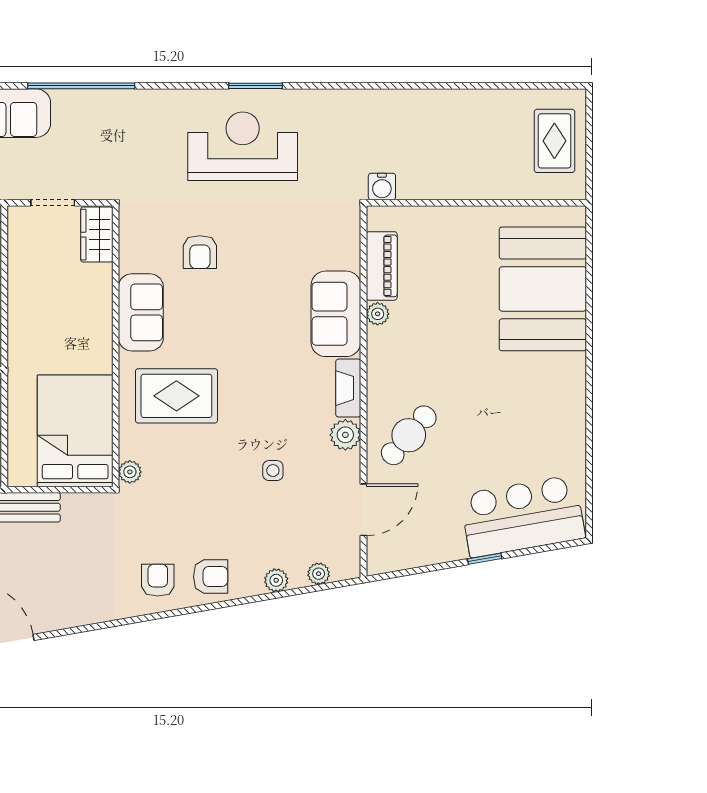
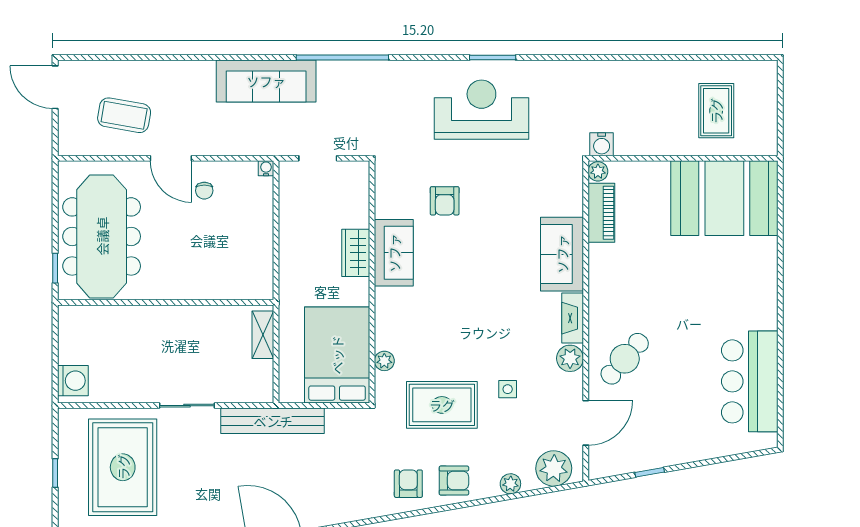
rug: (554, 141) -> (716, 111), moved
wardrobe: (97, 235) -> (356, 253), moved
booth: (543, 289) -> (724, 198), moved, turned 90
plant: (378, 314) -> (598, 171), moved
rug: (176, 396) -> (442, 405), moved
plant: (130, 472) -> (384, 361), moved
bar counter: (523, 516) -> (750, 381), moved, turned -80
window: (485, 559) -> (650, 472), moved
plant: (319, 574) -> (554, 468), width x1.87, depth x1.87

